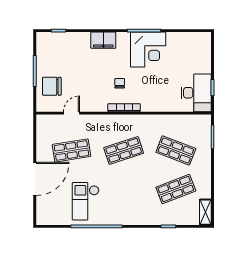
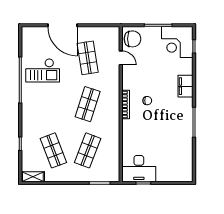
corner desk: (148, 49) -> (177, 42), moved
chair: (52, 86) -> (132, 39), moved, turned 90
shop shelf: (124, 150) -> (88, 104), turned 36
checkout: (86, 201) -> (43, 70), turned 180

